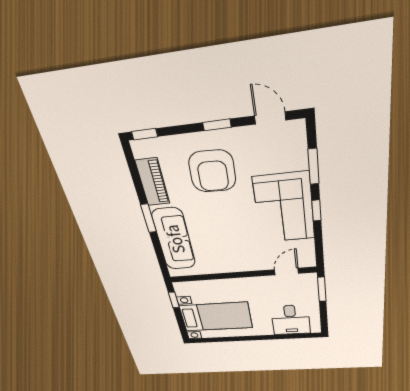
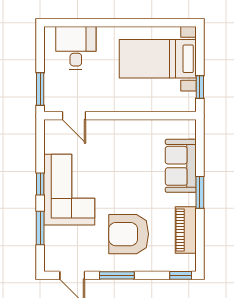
window: (217, 125) -> (117, 275), width x1.50
armchair: (212, 171) -> (129, 234), turned -92
sofa: (174, 239) -> (181, 166), width x0.73
door: (286, 272) -> (74, 116), hinge flipped

